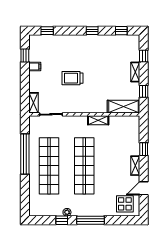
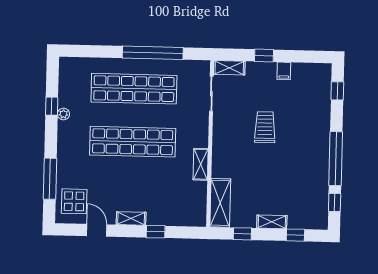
window: (92, 31) -> (336, 159), width x3.17
window: (25, 55) -> (264, 56), moved
window: (90, 220) -> (50, 179), moved

